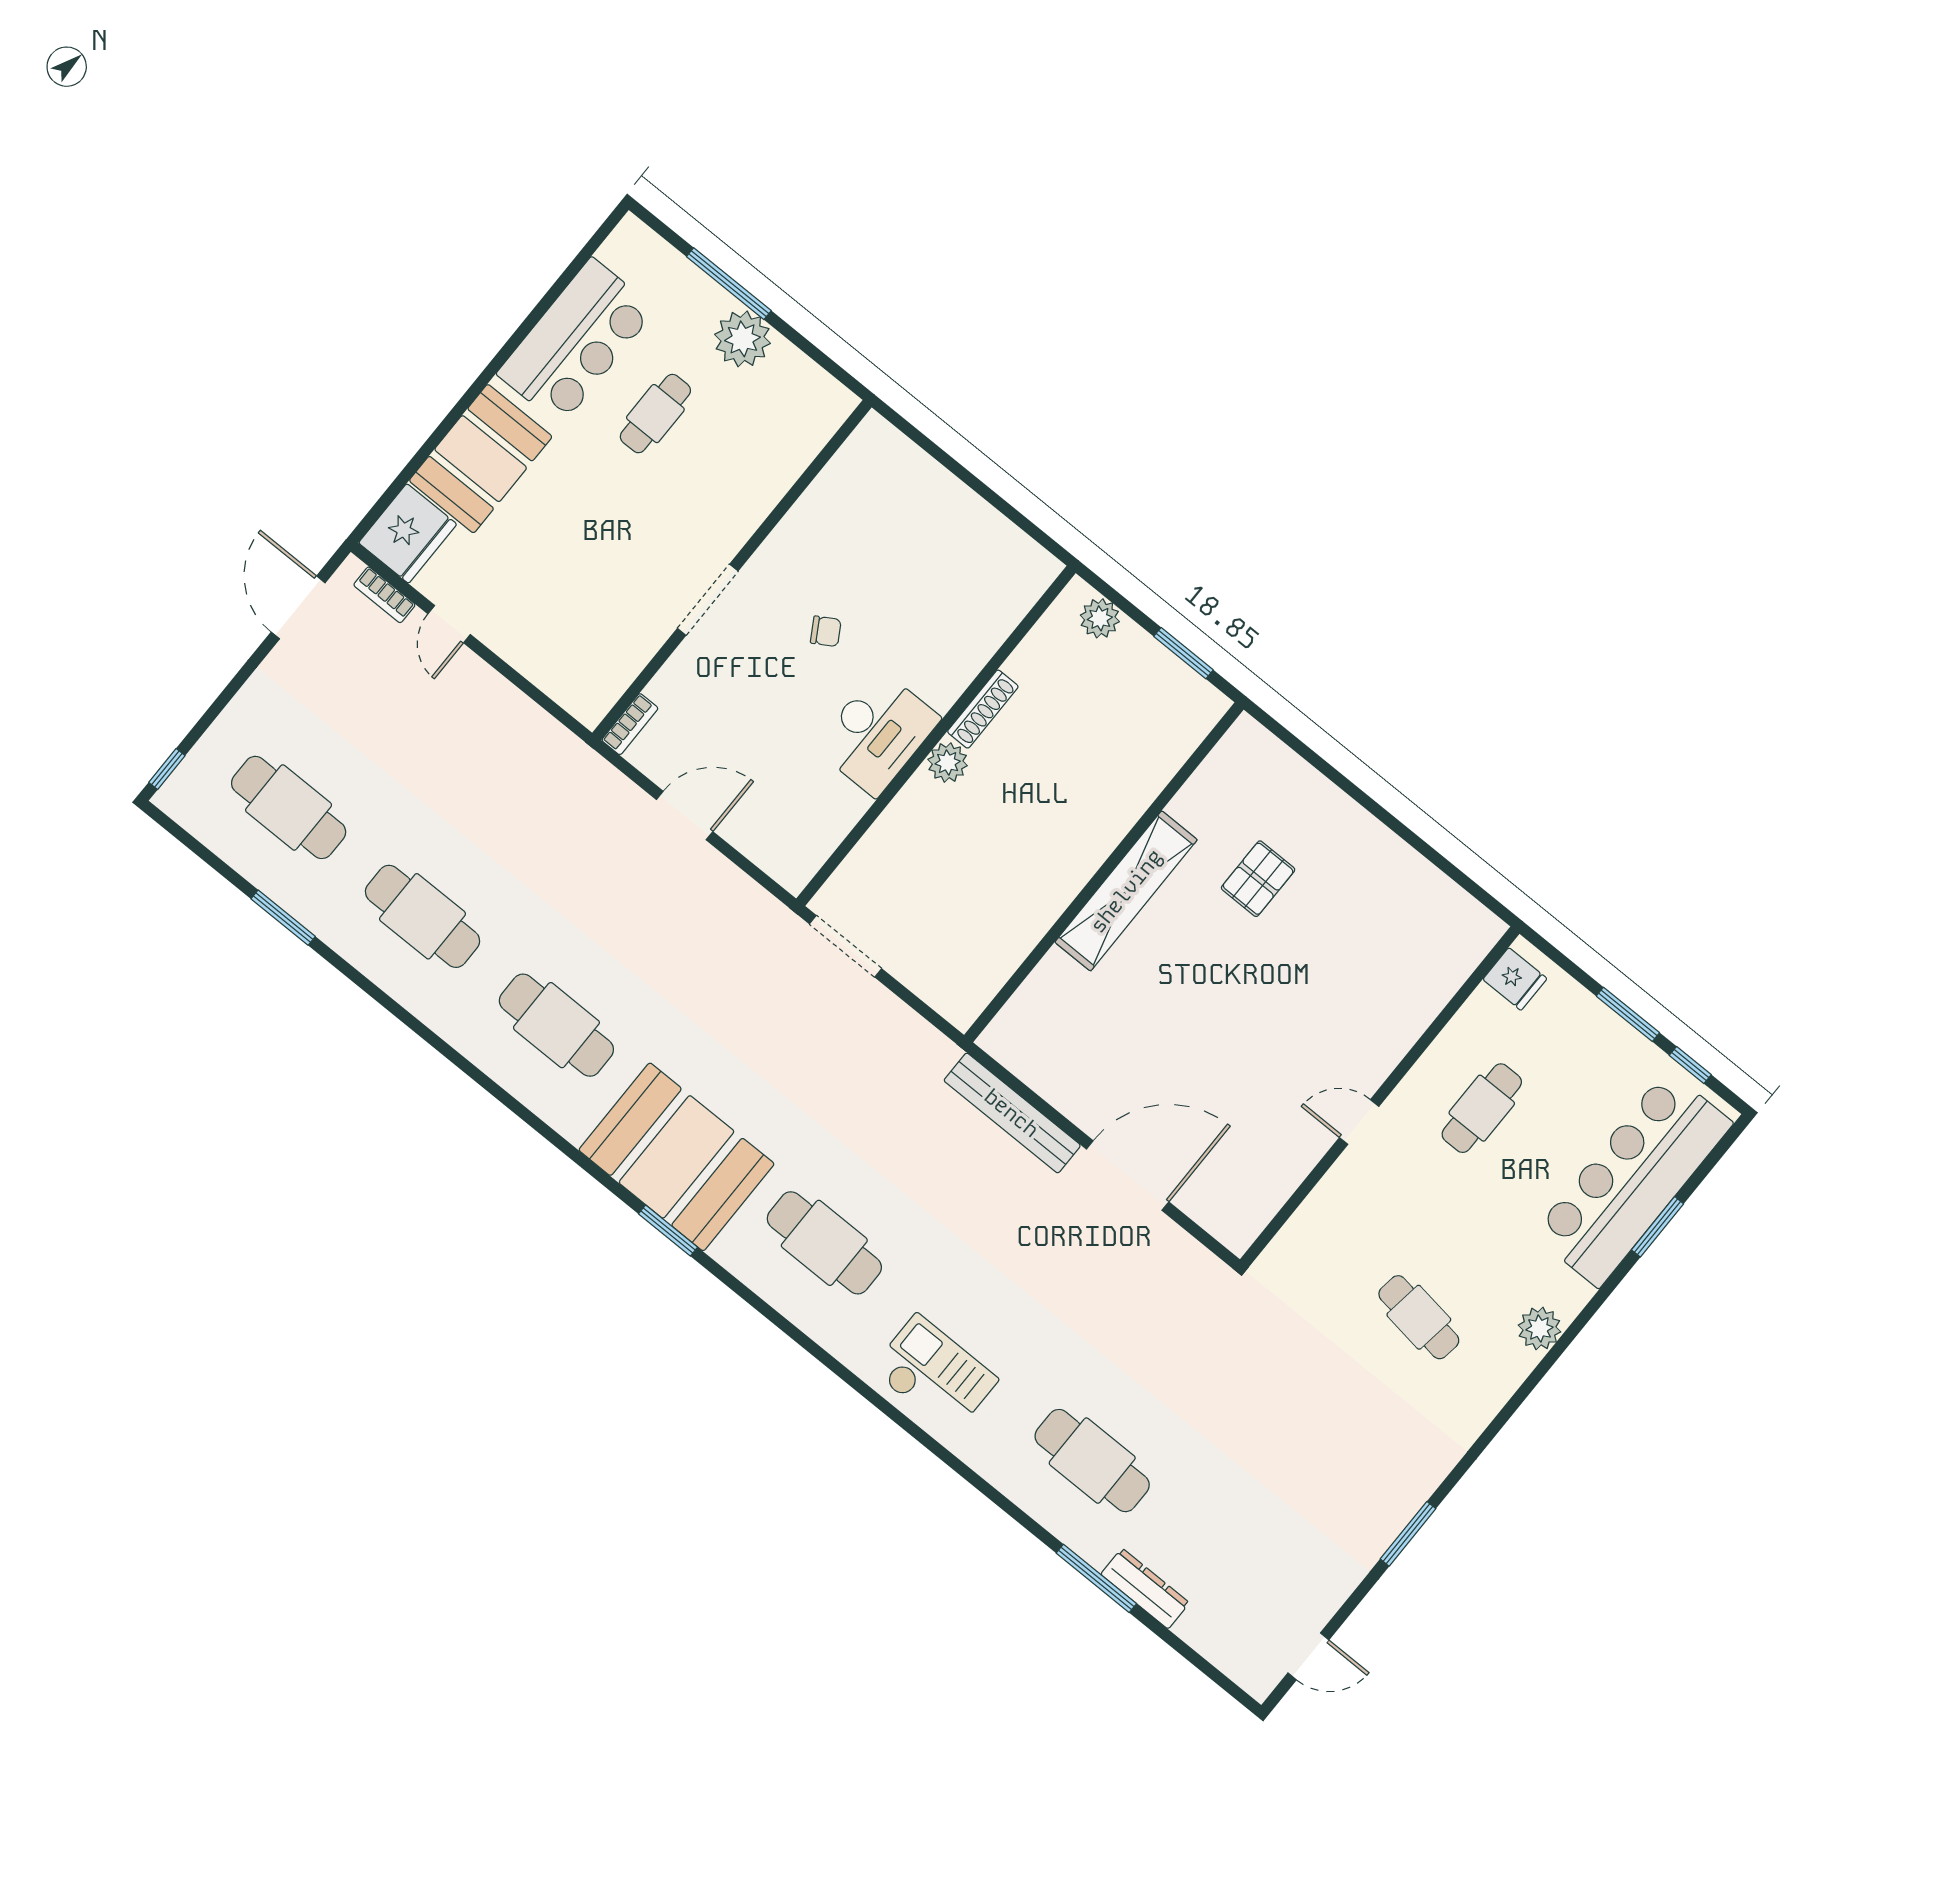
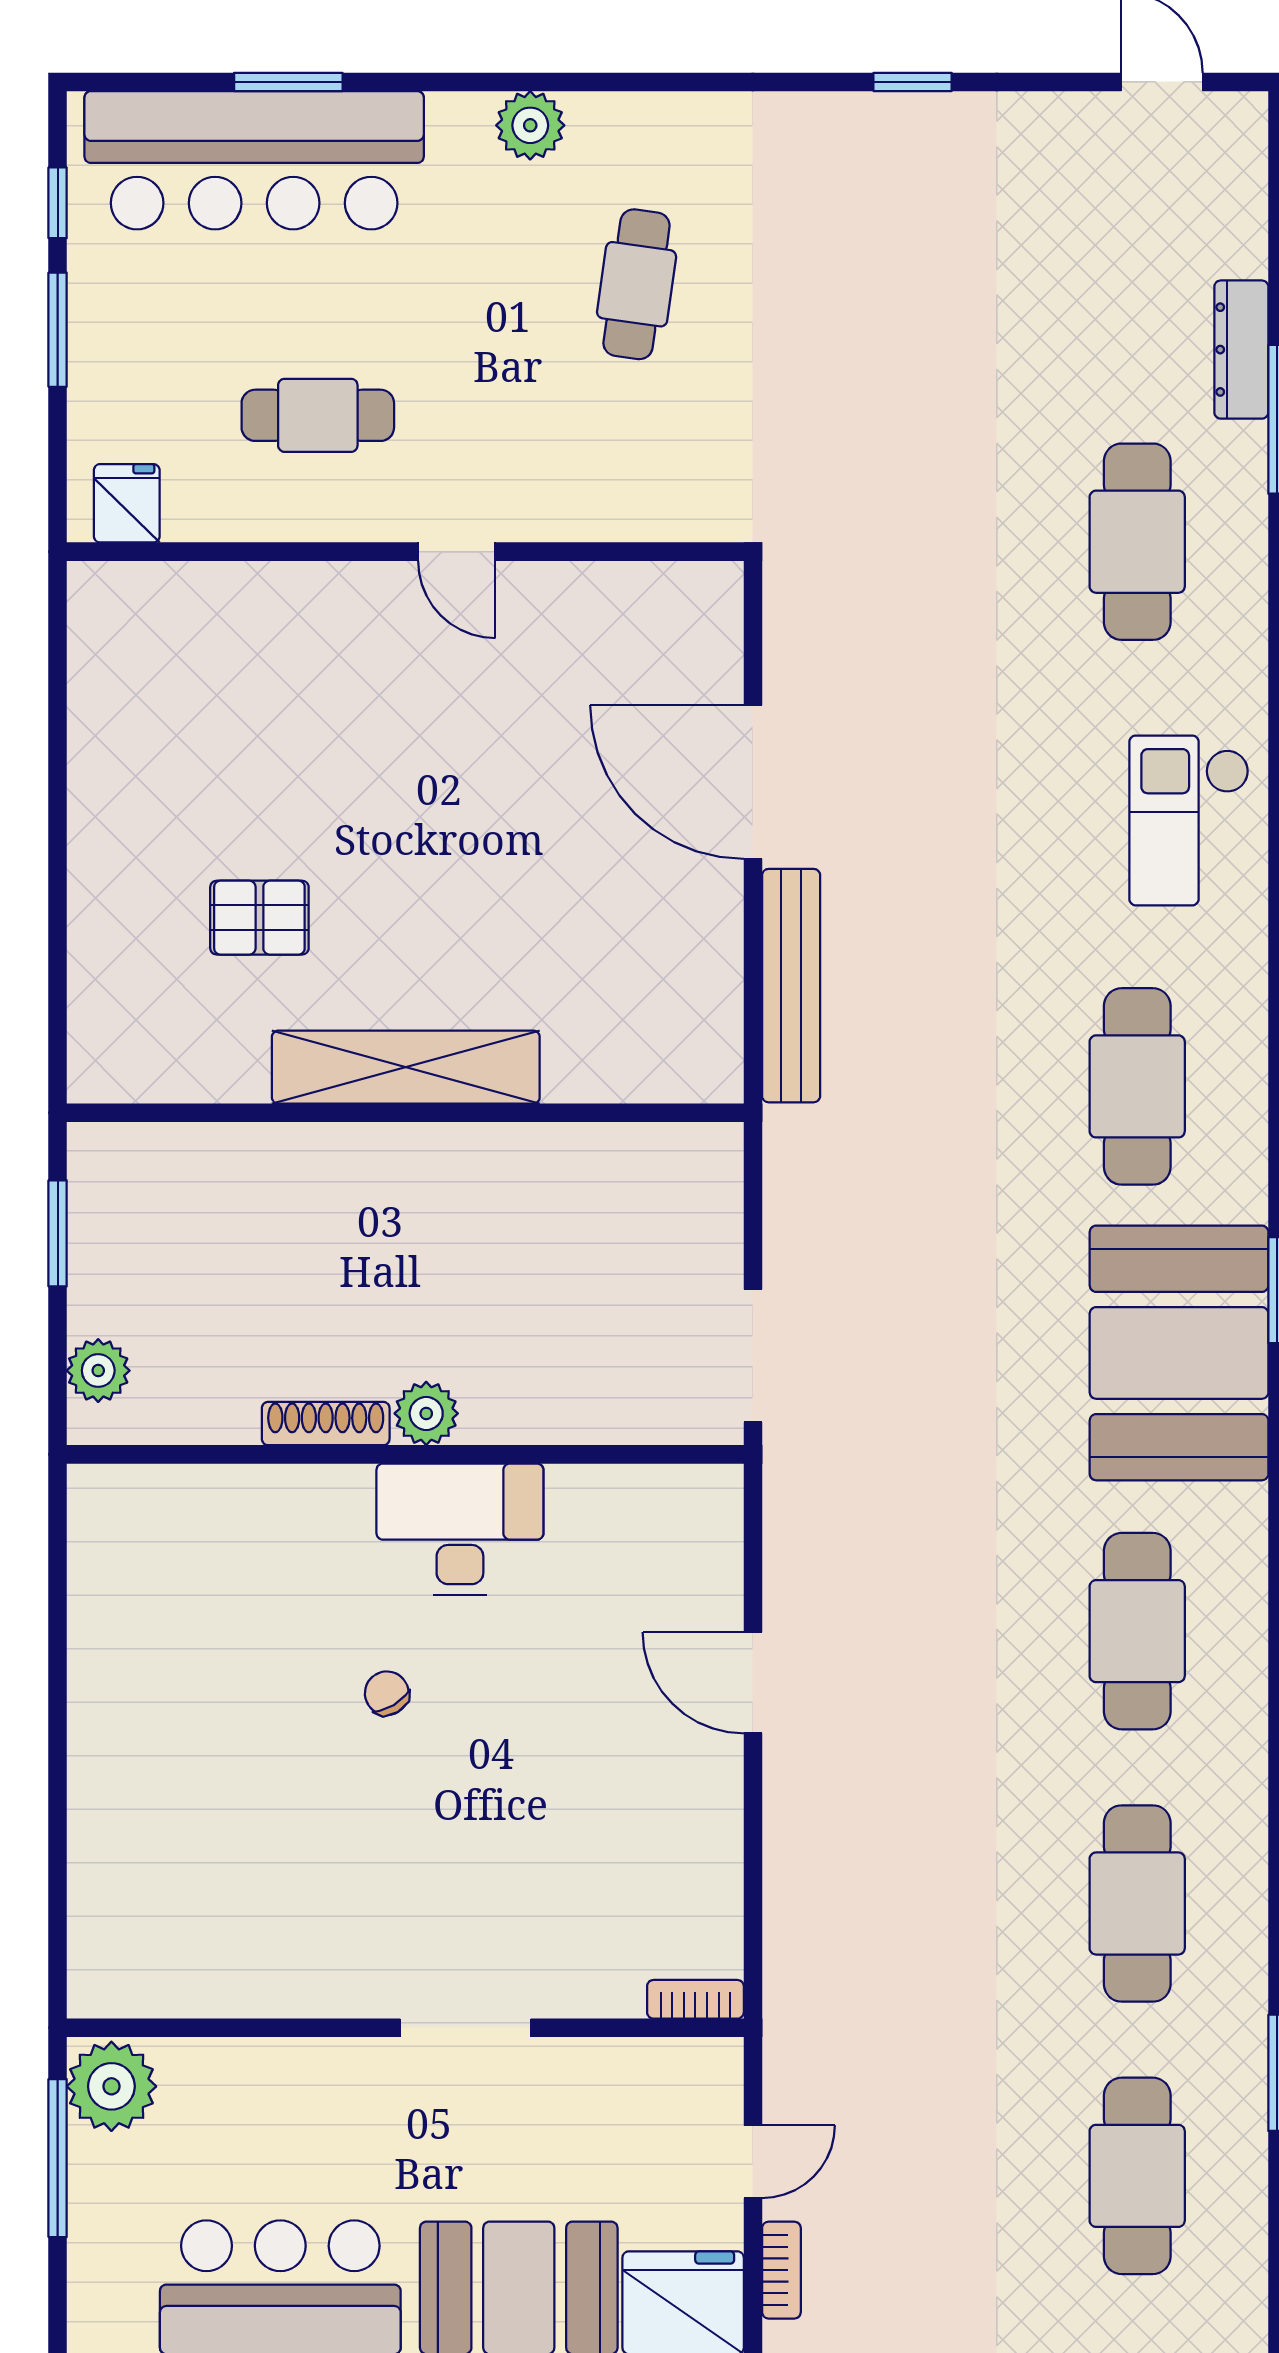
cafe table: (655, 414) -> (290, 2119), removed
wall: (732, 570) -> (405, 2028), moved
doorway: (708, 600) -> (465, 2028), moved
bookcase: (630, 724) -> (695, 1999), moved
window: (1408, 1534) -> (913, 82), width x0.67

